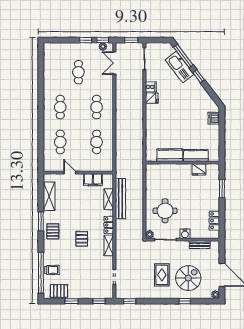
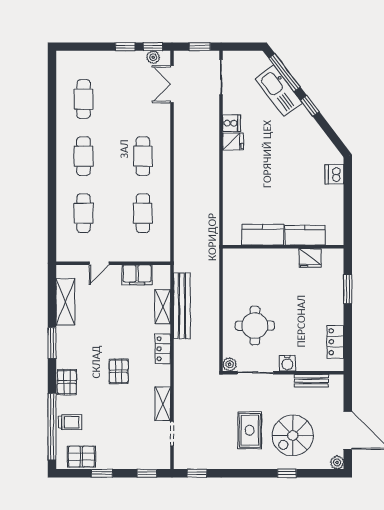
cafe table: (78, 72) -> (84, 99), moved
door: (70, 173) -> (99, 263), swing flipped
pallet: (53, 231) -> (67, 382), moved
shelving: (109, 245) -> (163, 404), moved
spiral stairs: (188, 278) -> (293, 435), turned 180

